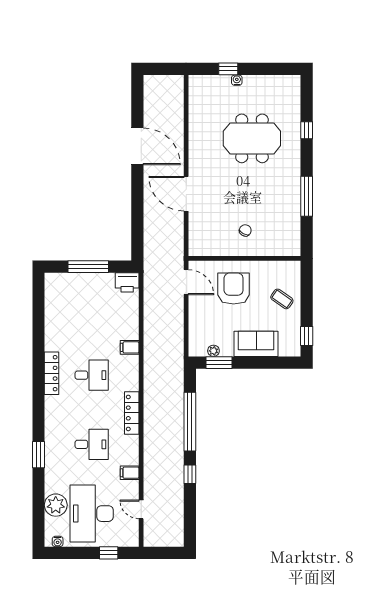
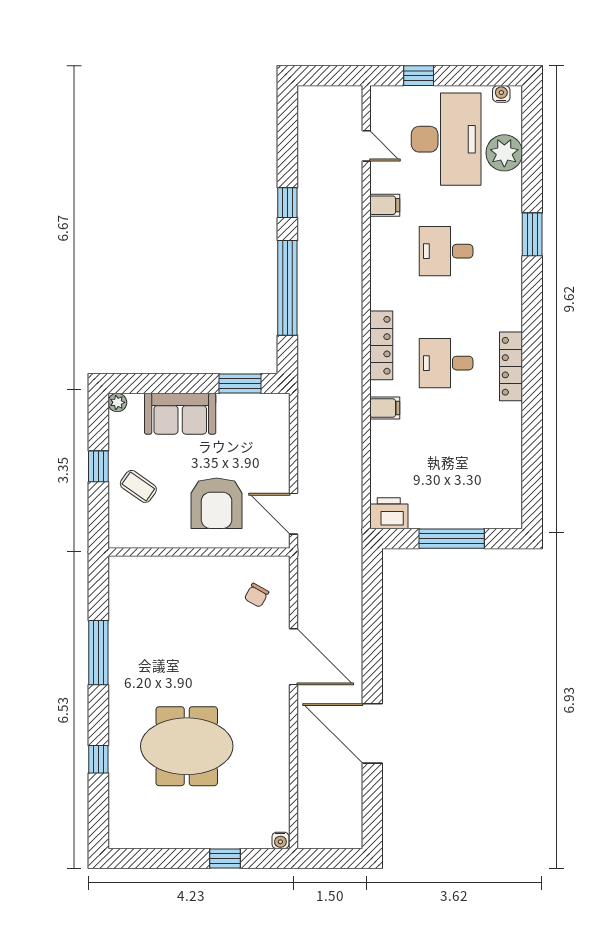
water cooler: (237, 80) -> (280, 840), moved
chair: (245, 230) -> (257, 595), moved
window: (307, 336) -> (98, 466), moved
plant: (213, 351) -> (117, 402), moved
locker: (132, 413) -> (381, 345), moved

